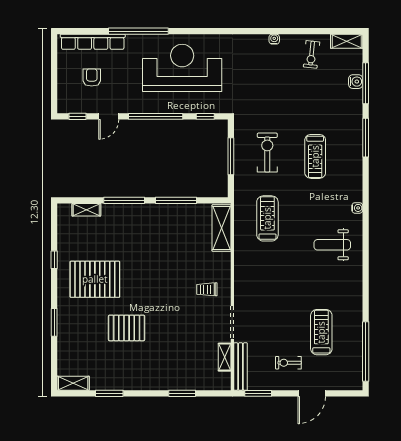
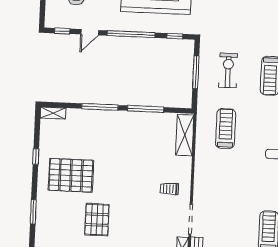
shelving: (86, 210) -> (53, 113), moved
pallet: (127, 328) -> (97, 220), turned 90

